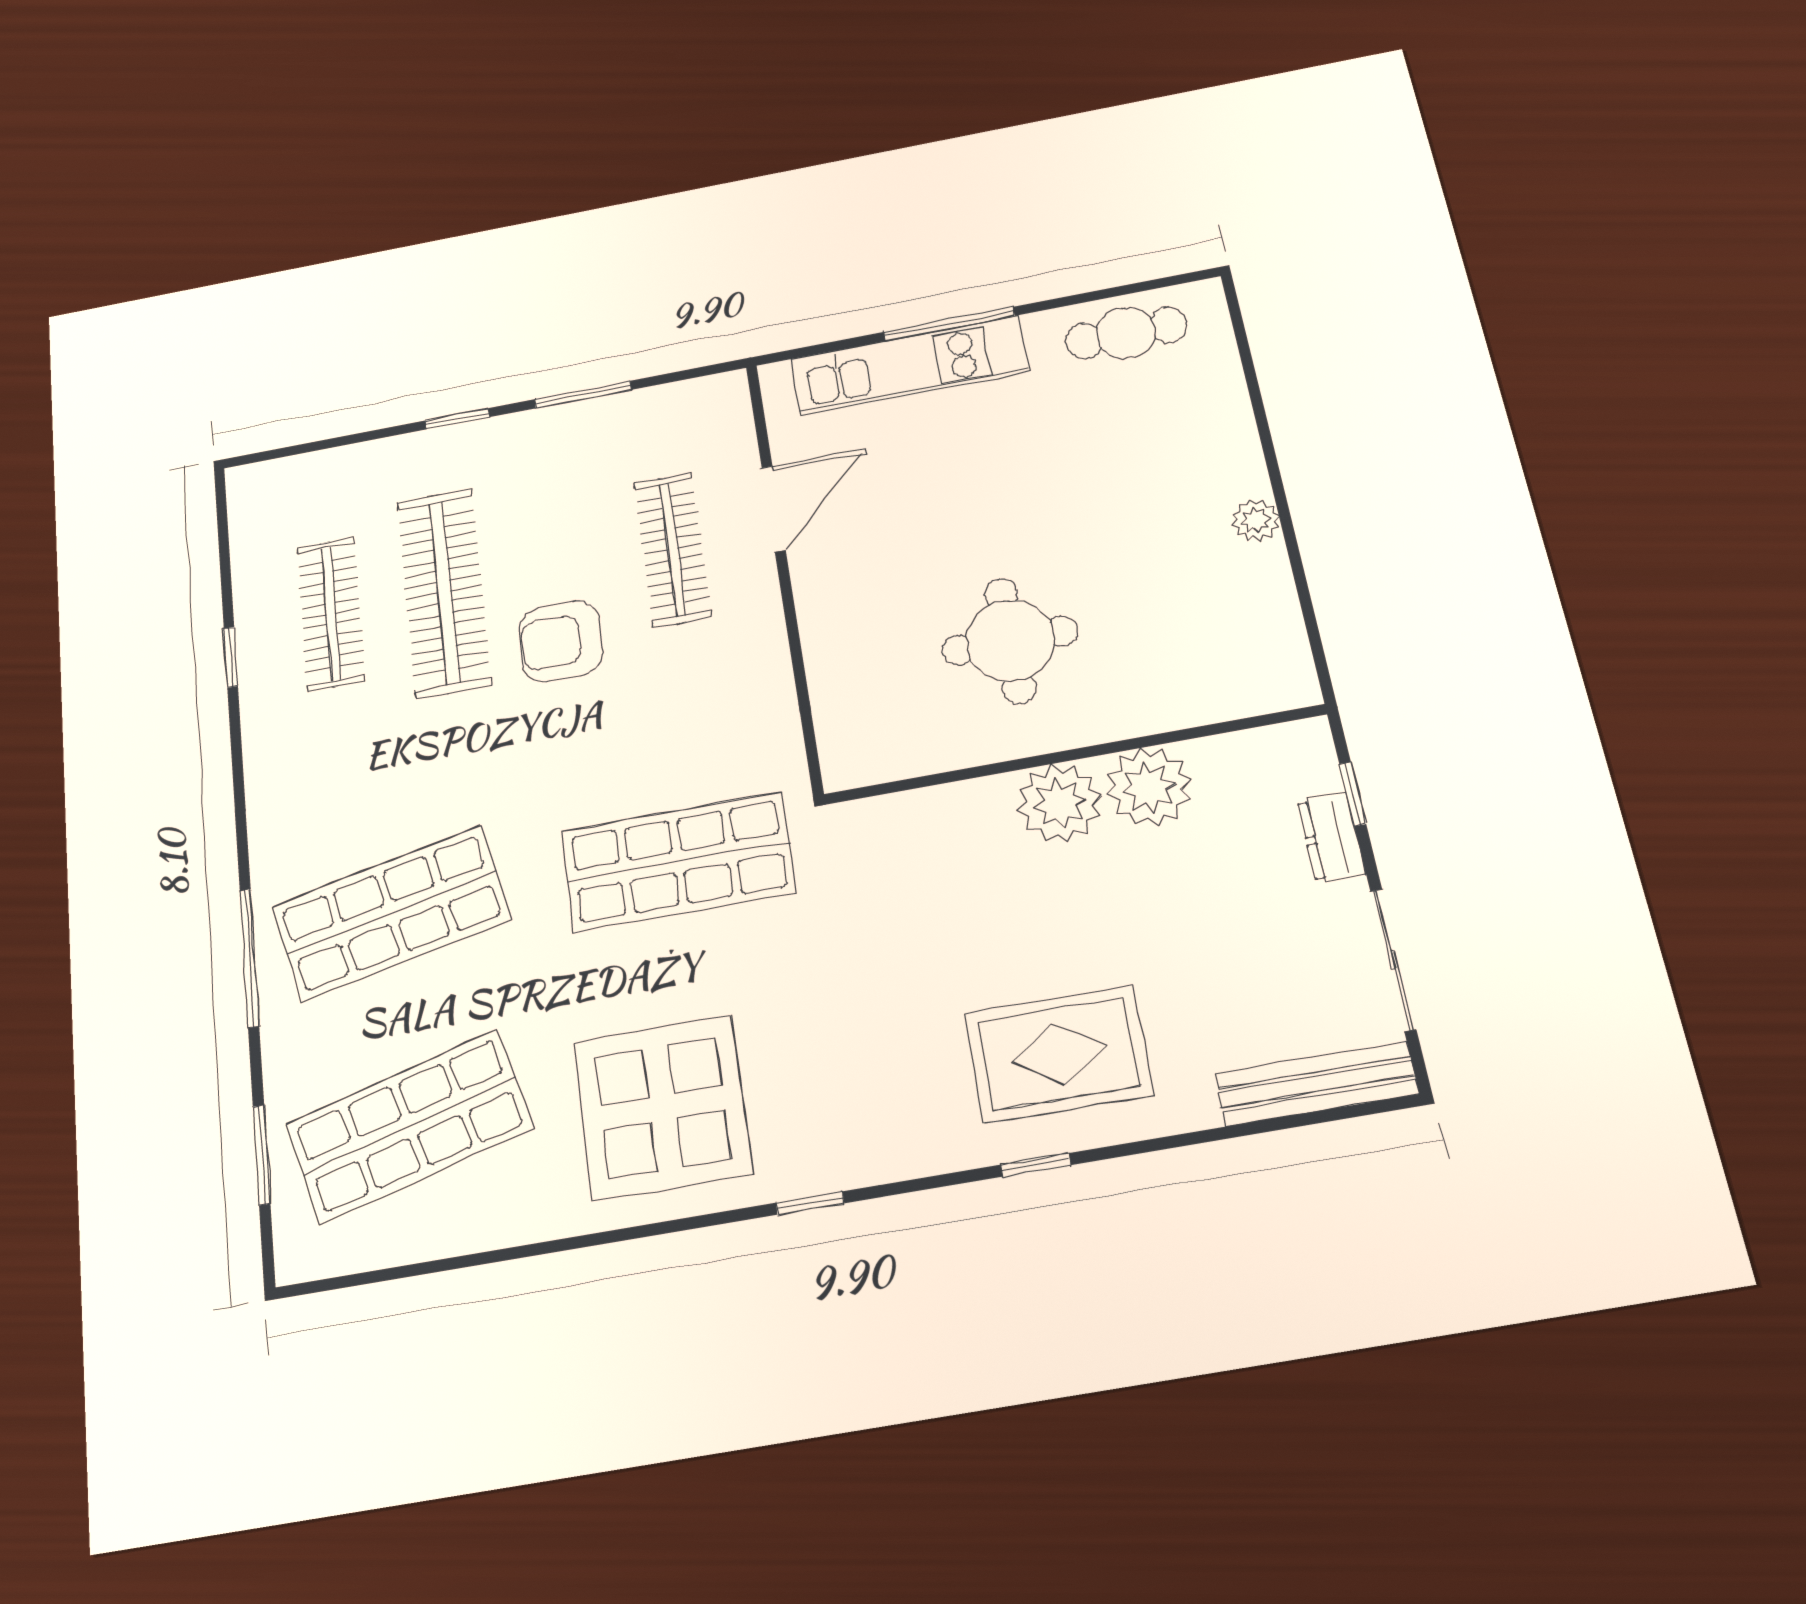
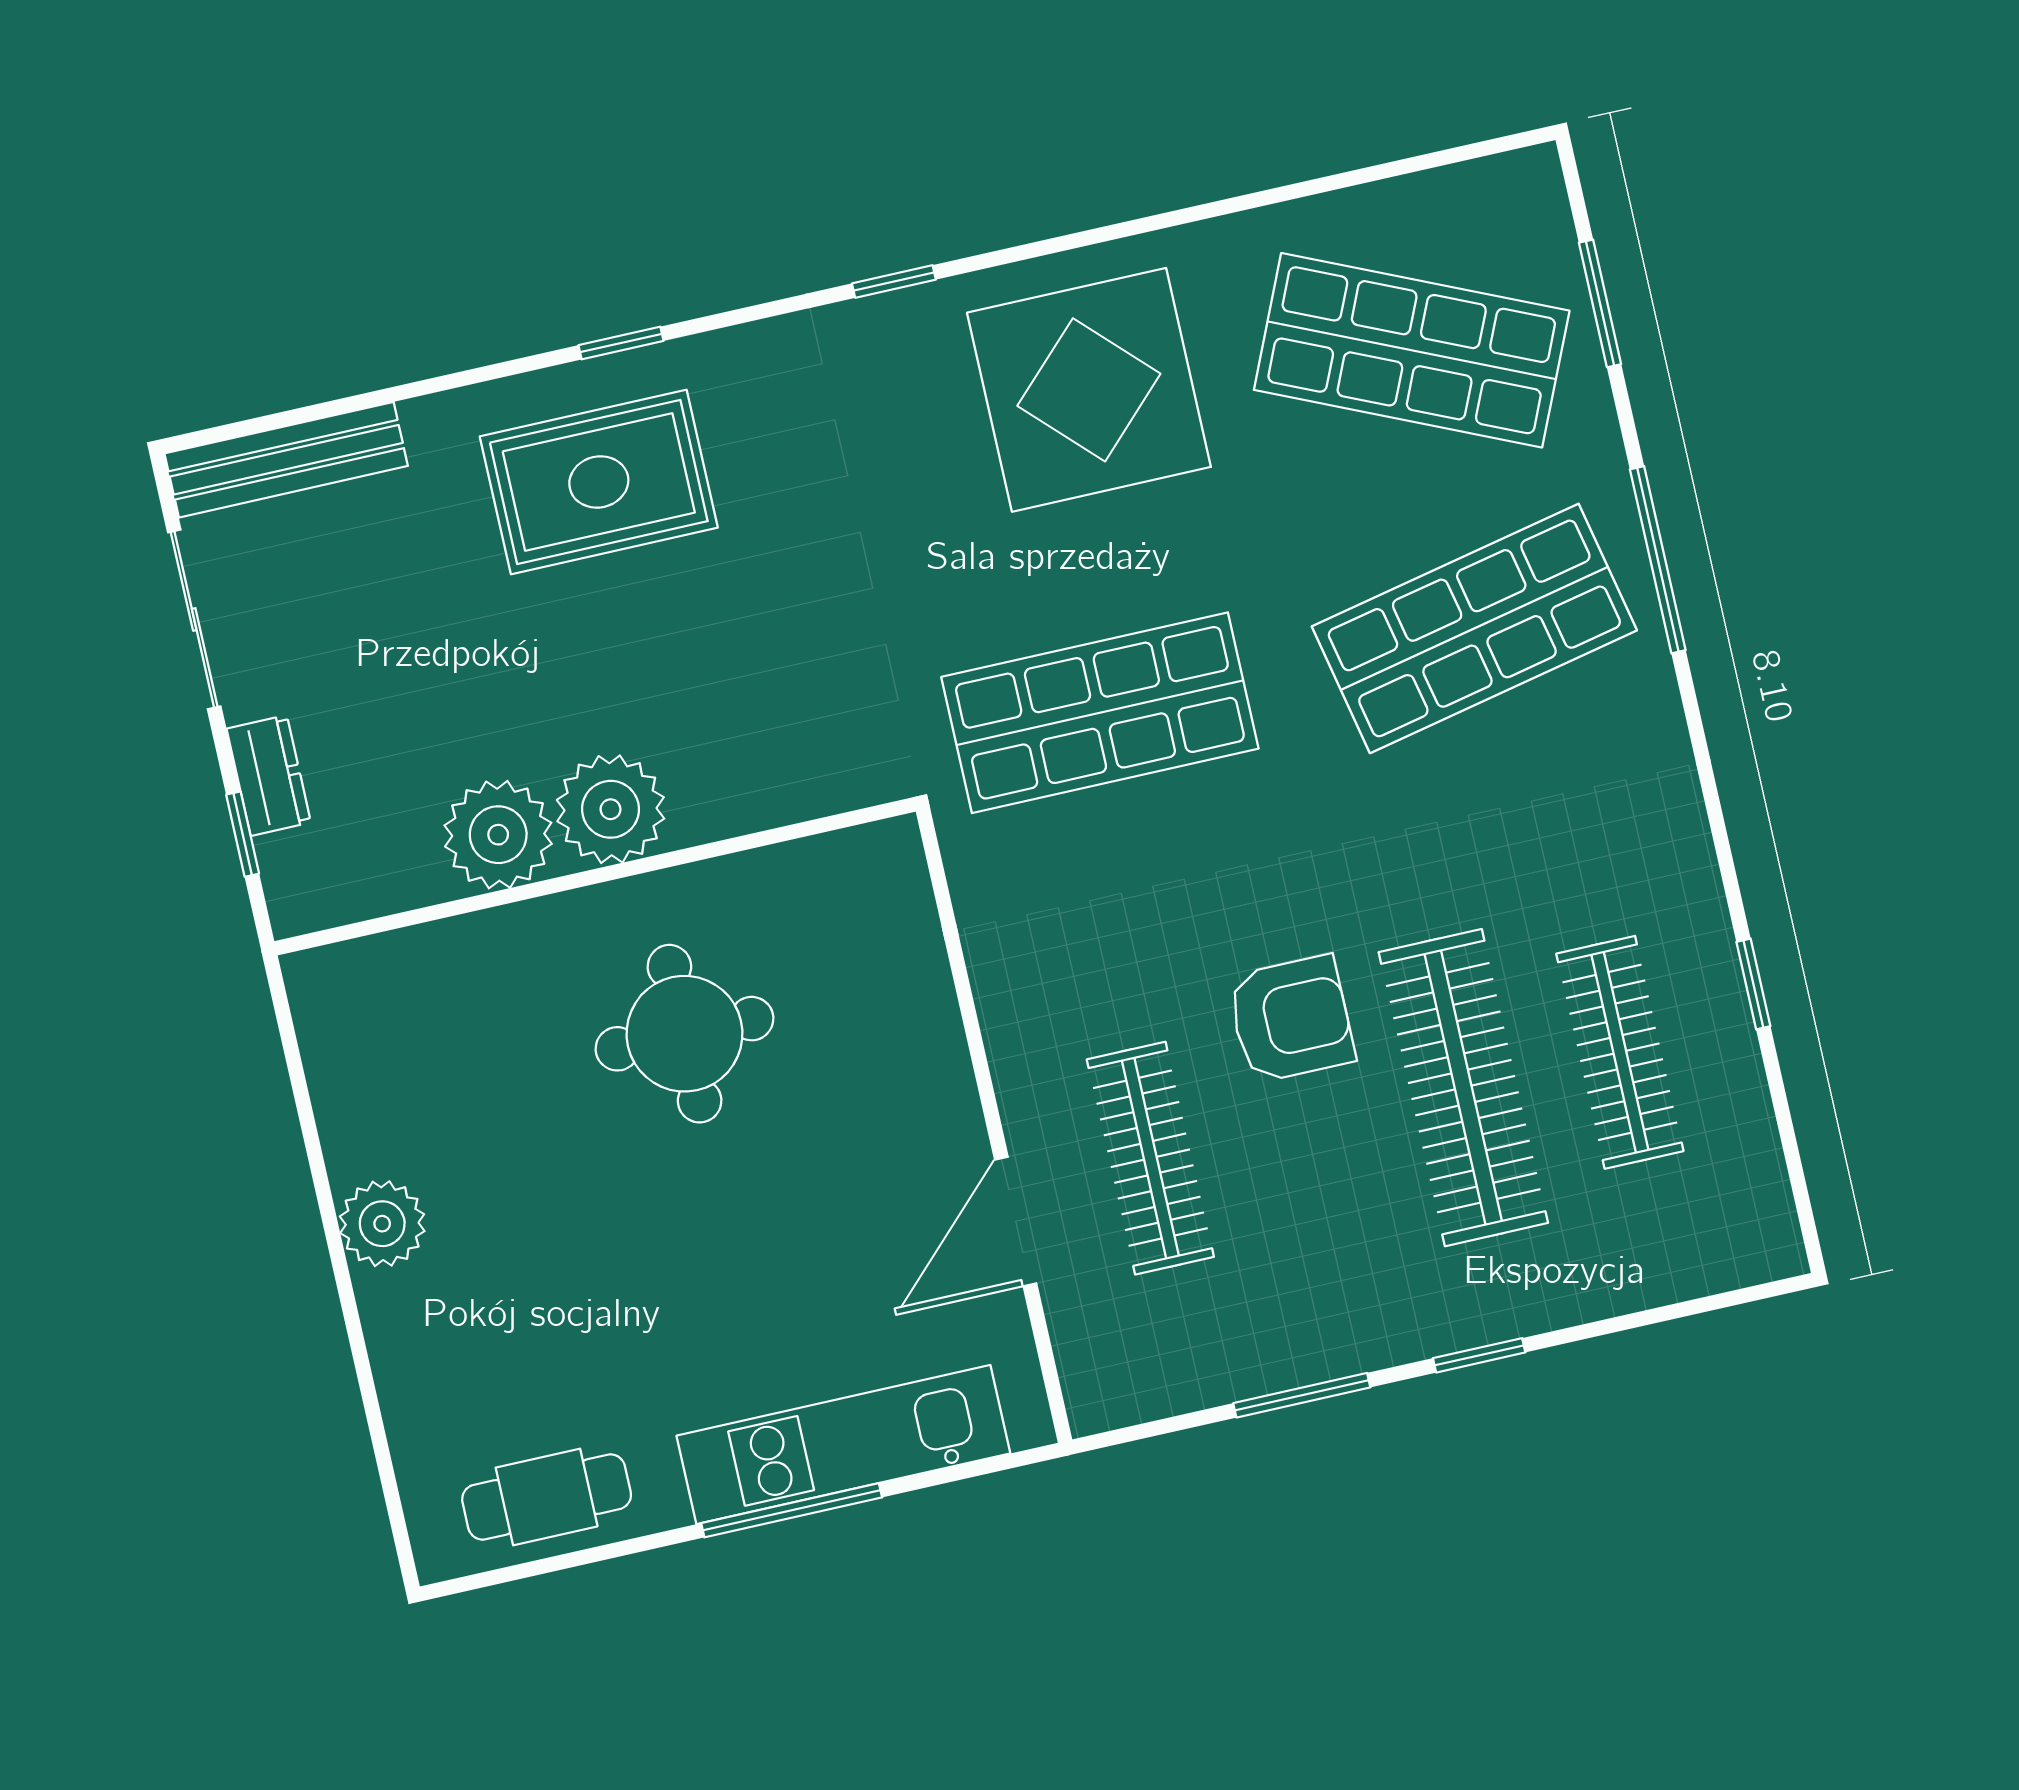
plant: (1255, 520) -> (382, 1224), width x1.38, depth x1.38
shop shelf: (409, 1126) -> (1412, 350), turned 39

